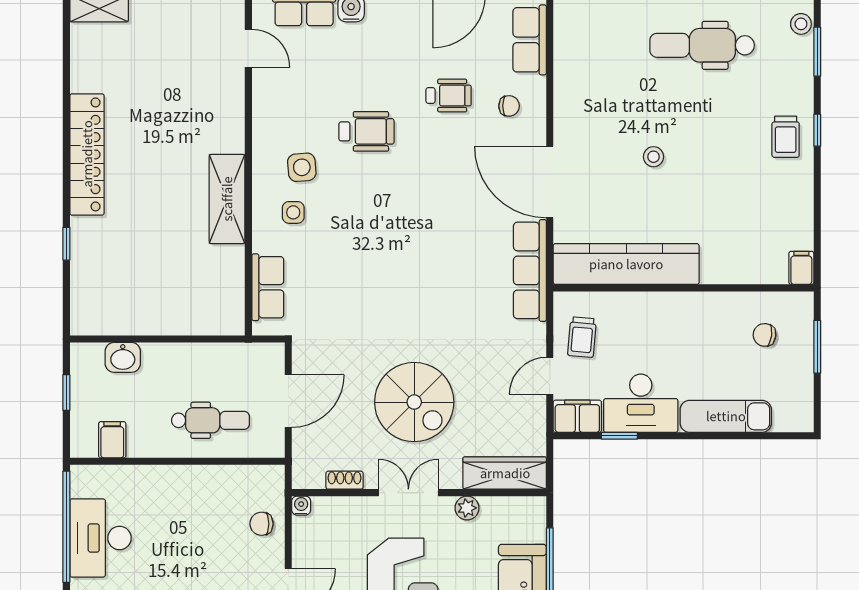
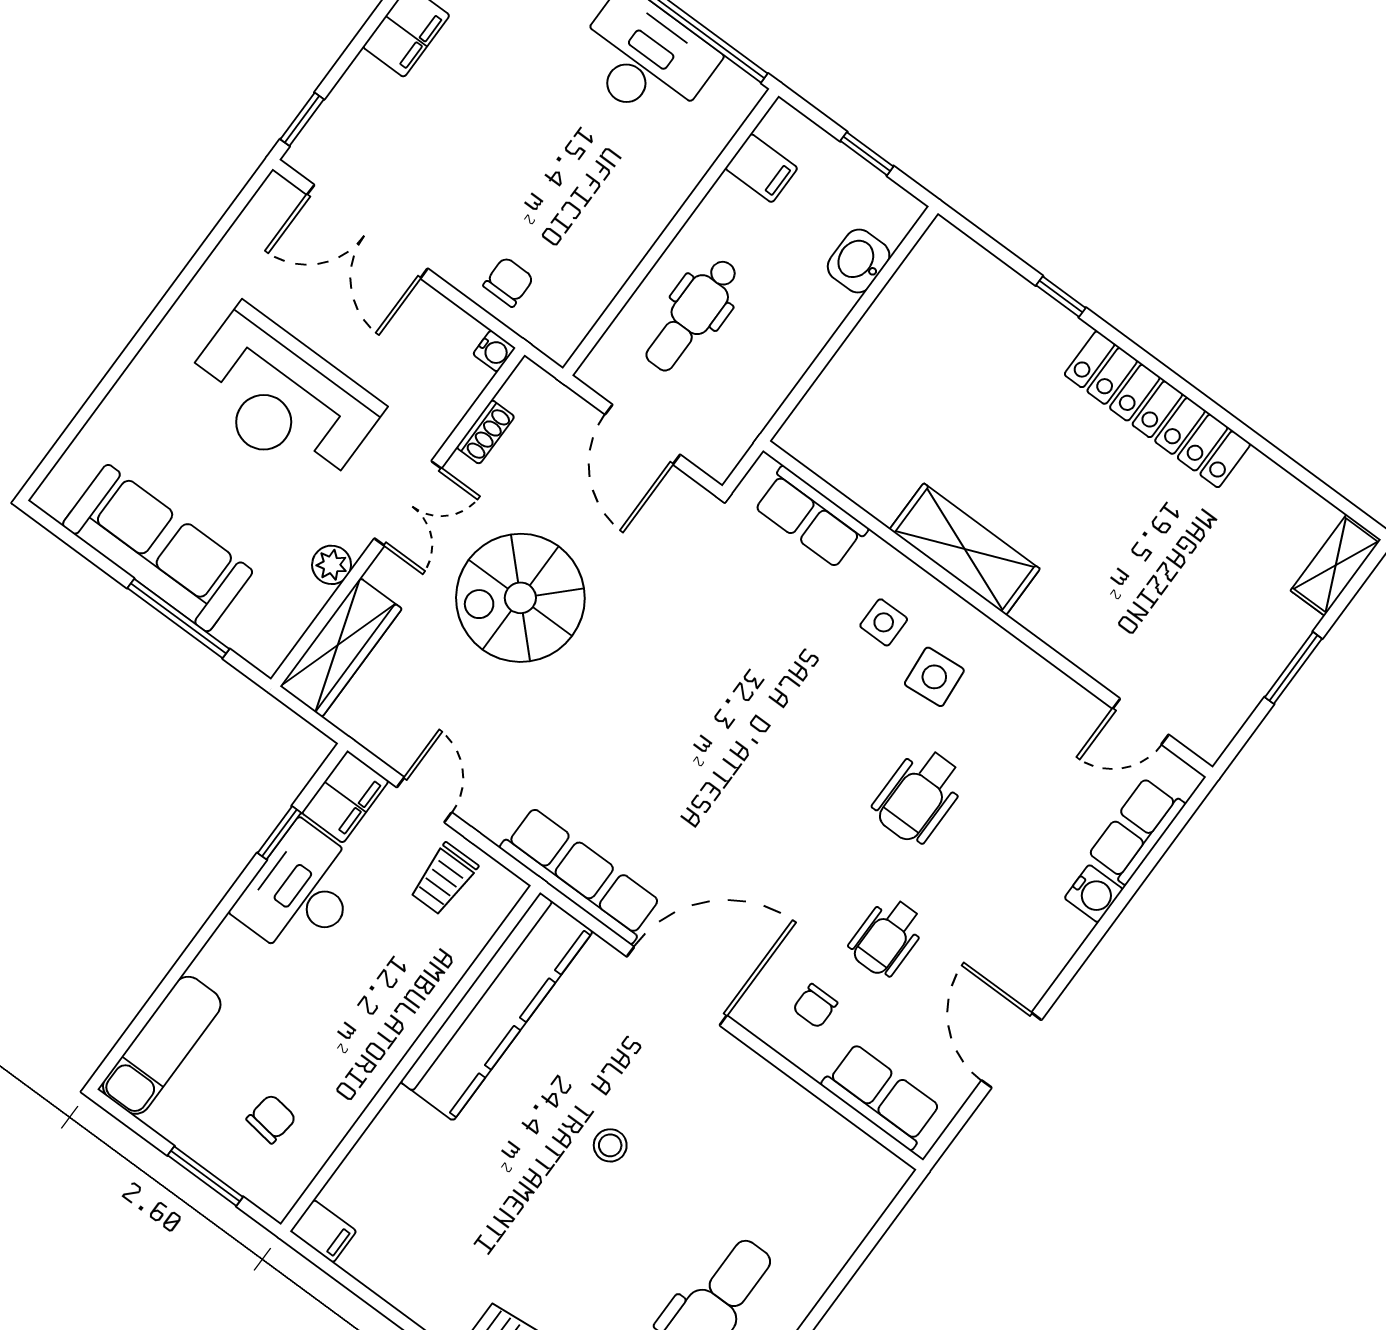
trolley: (582, 337) -> (444, 879), turned -95
exam couch: (726, 416) -> (162, 1045), moved

